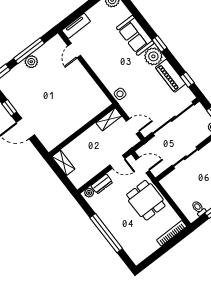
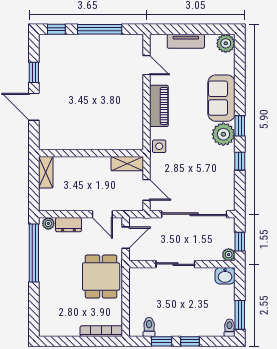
tv unit: (76, 26) -> (186, 41), moved
door: (74, 51) -> (146, 65), swing flipped
plant: (31, 62) -> (93, 42), removed
piano: (170, 76) -> (159, 106), moved, turned 180
window: (187, 80) -> (240, 161), moved
door: (143, 165) -> (126, 238), hinge flipped
window: (106, 233) -> (34, 253), moved

